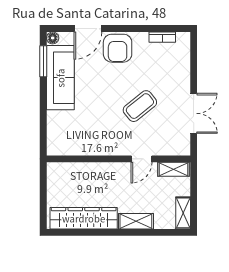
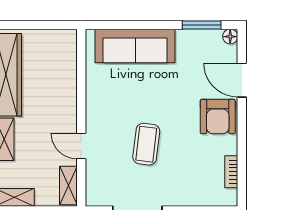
armchair: (118, 48) -> (218, 117), turned -90
sofa: (60, 78) -> (135, 46), moved
coffee table: (140, 106) -> (146, 144), turned 46

